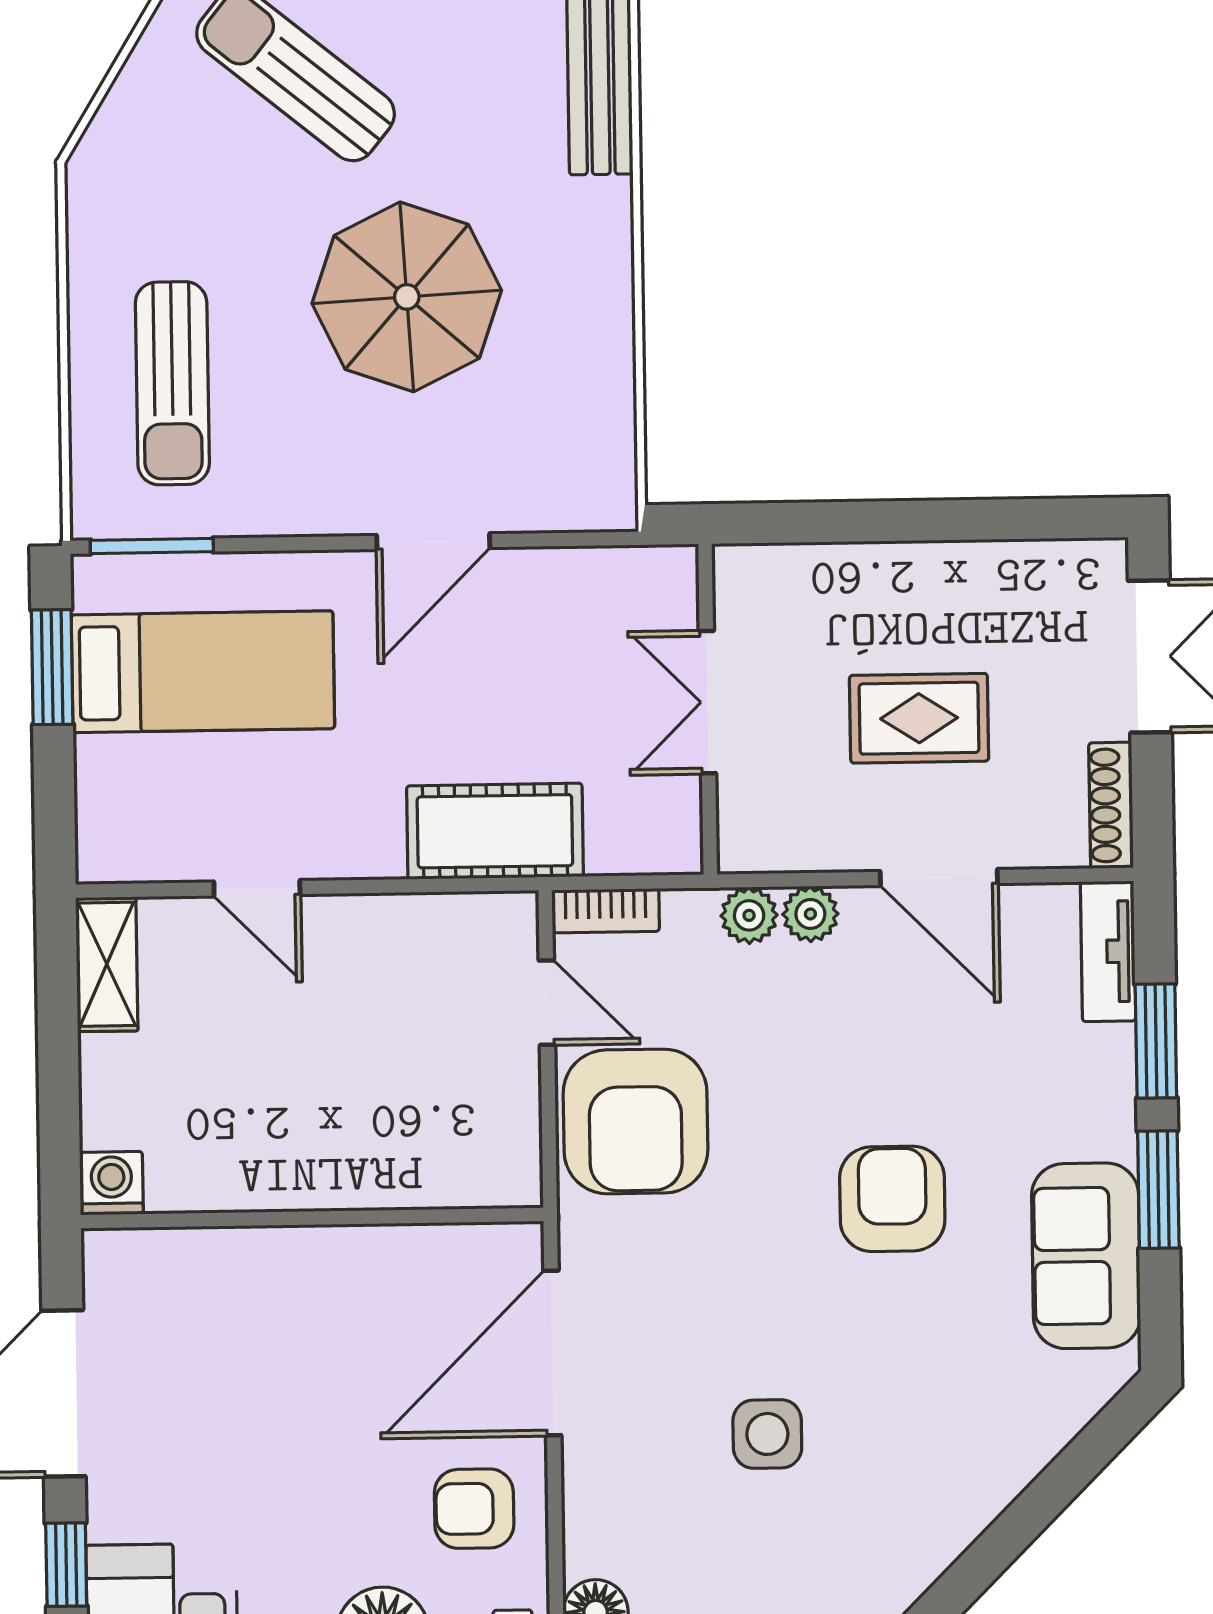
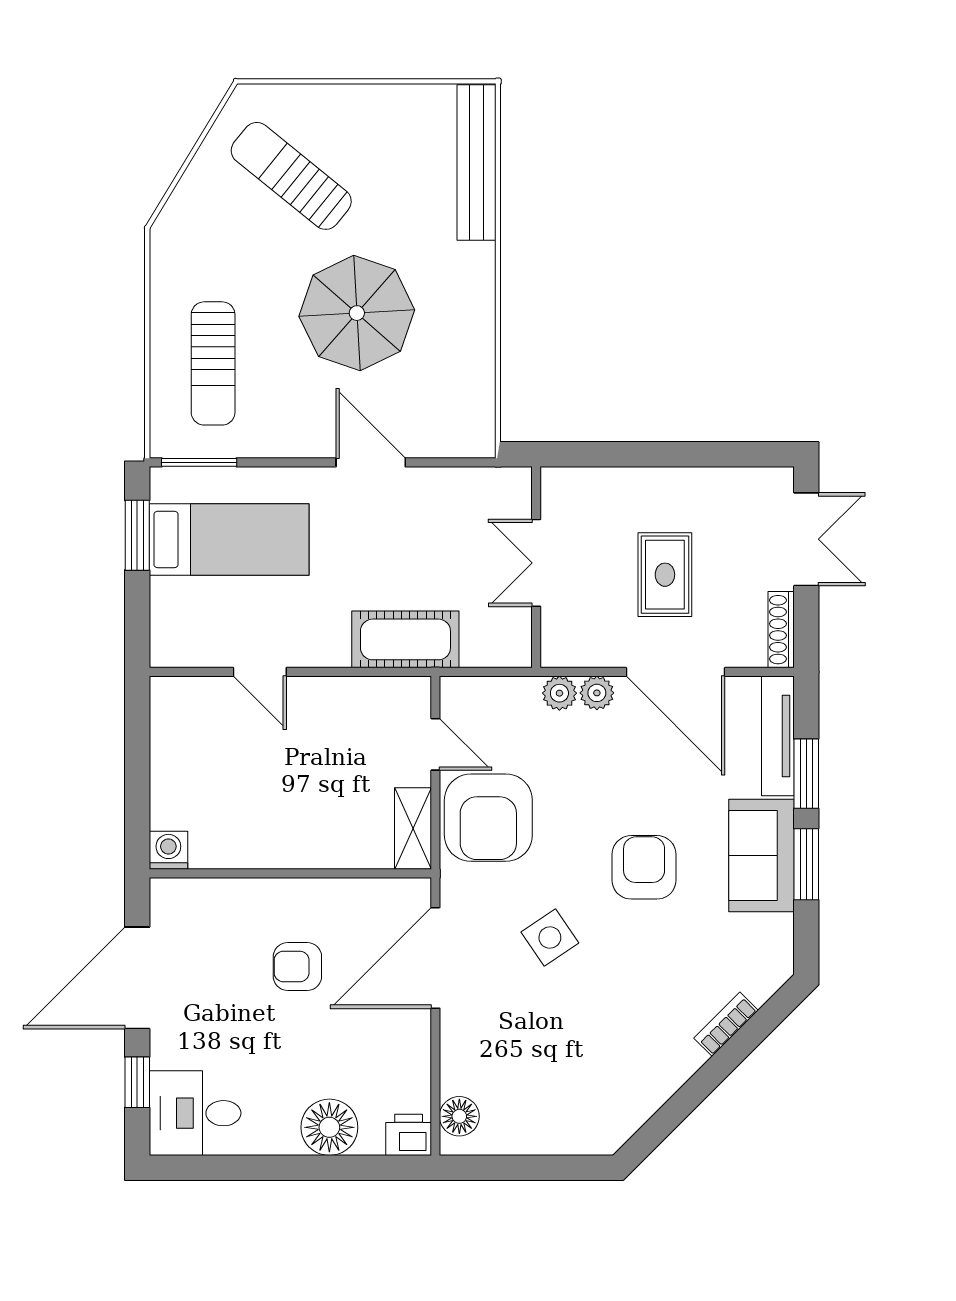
door: (433, 542) -> (371, 462), swing flipped
rug: (919, 718) -> (665, 575), turned 90
door: (939, 878) -> (676, 672), width x1.36
bookcase: (606, 911) -> (726, 1024), moved, turned 135
tv unit: (1108, 951) -> (778, 736), width x1.41
shelving: (107, 964) -> (413, 829), moved
sofa: (1086, 1256) -> (762, 856), moved
side table: (767, 1434) -> (550, 938), moved, turned -34
armchair: (474, 1509) -> (297, 967), moved

